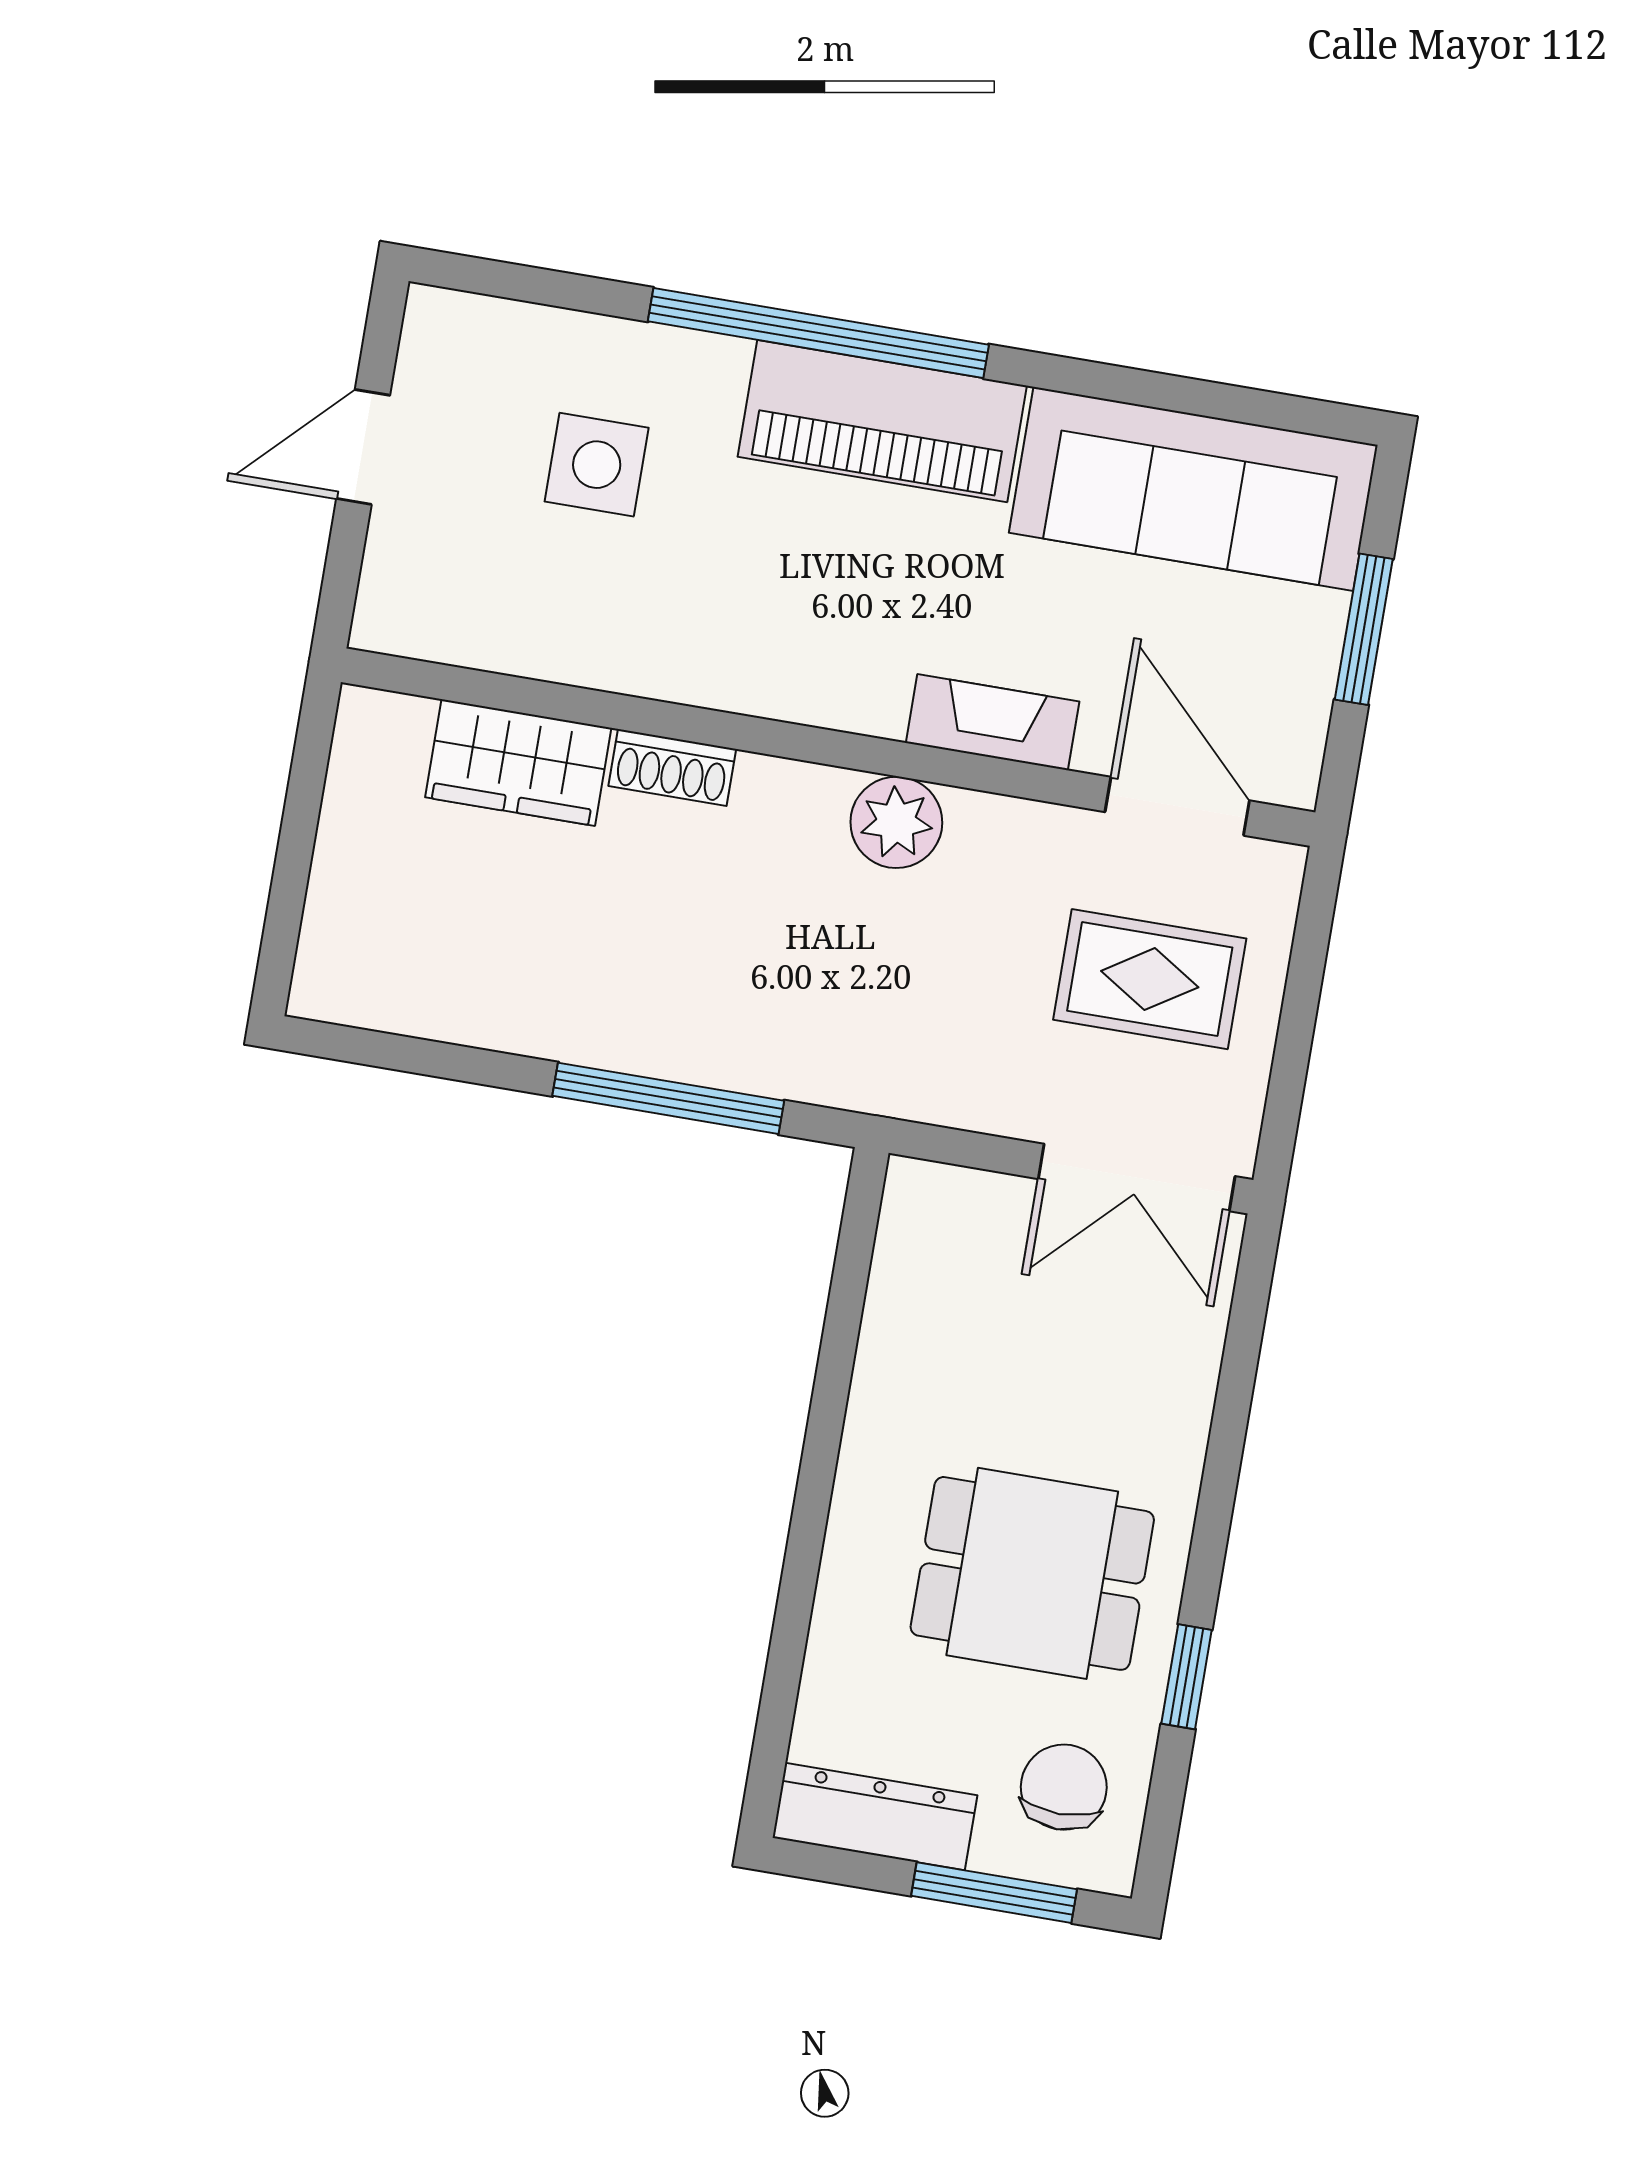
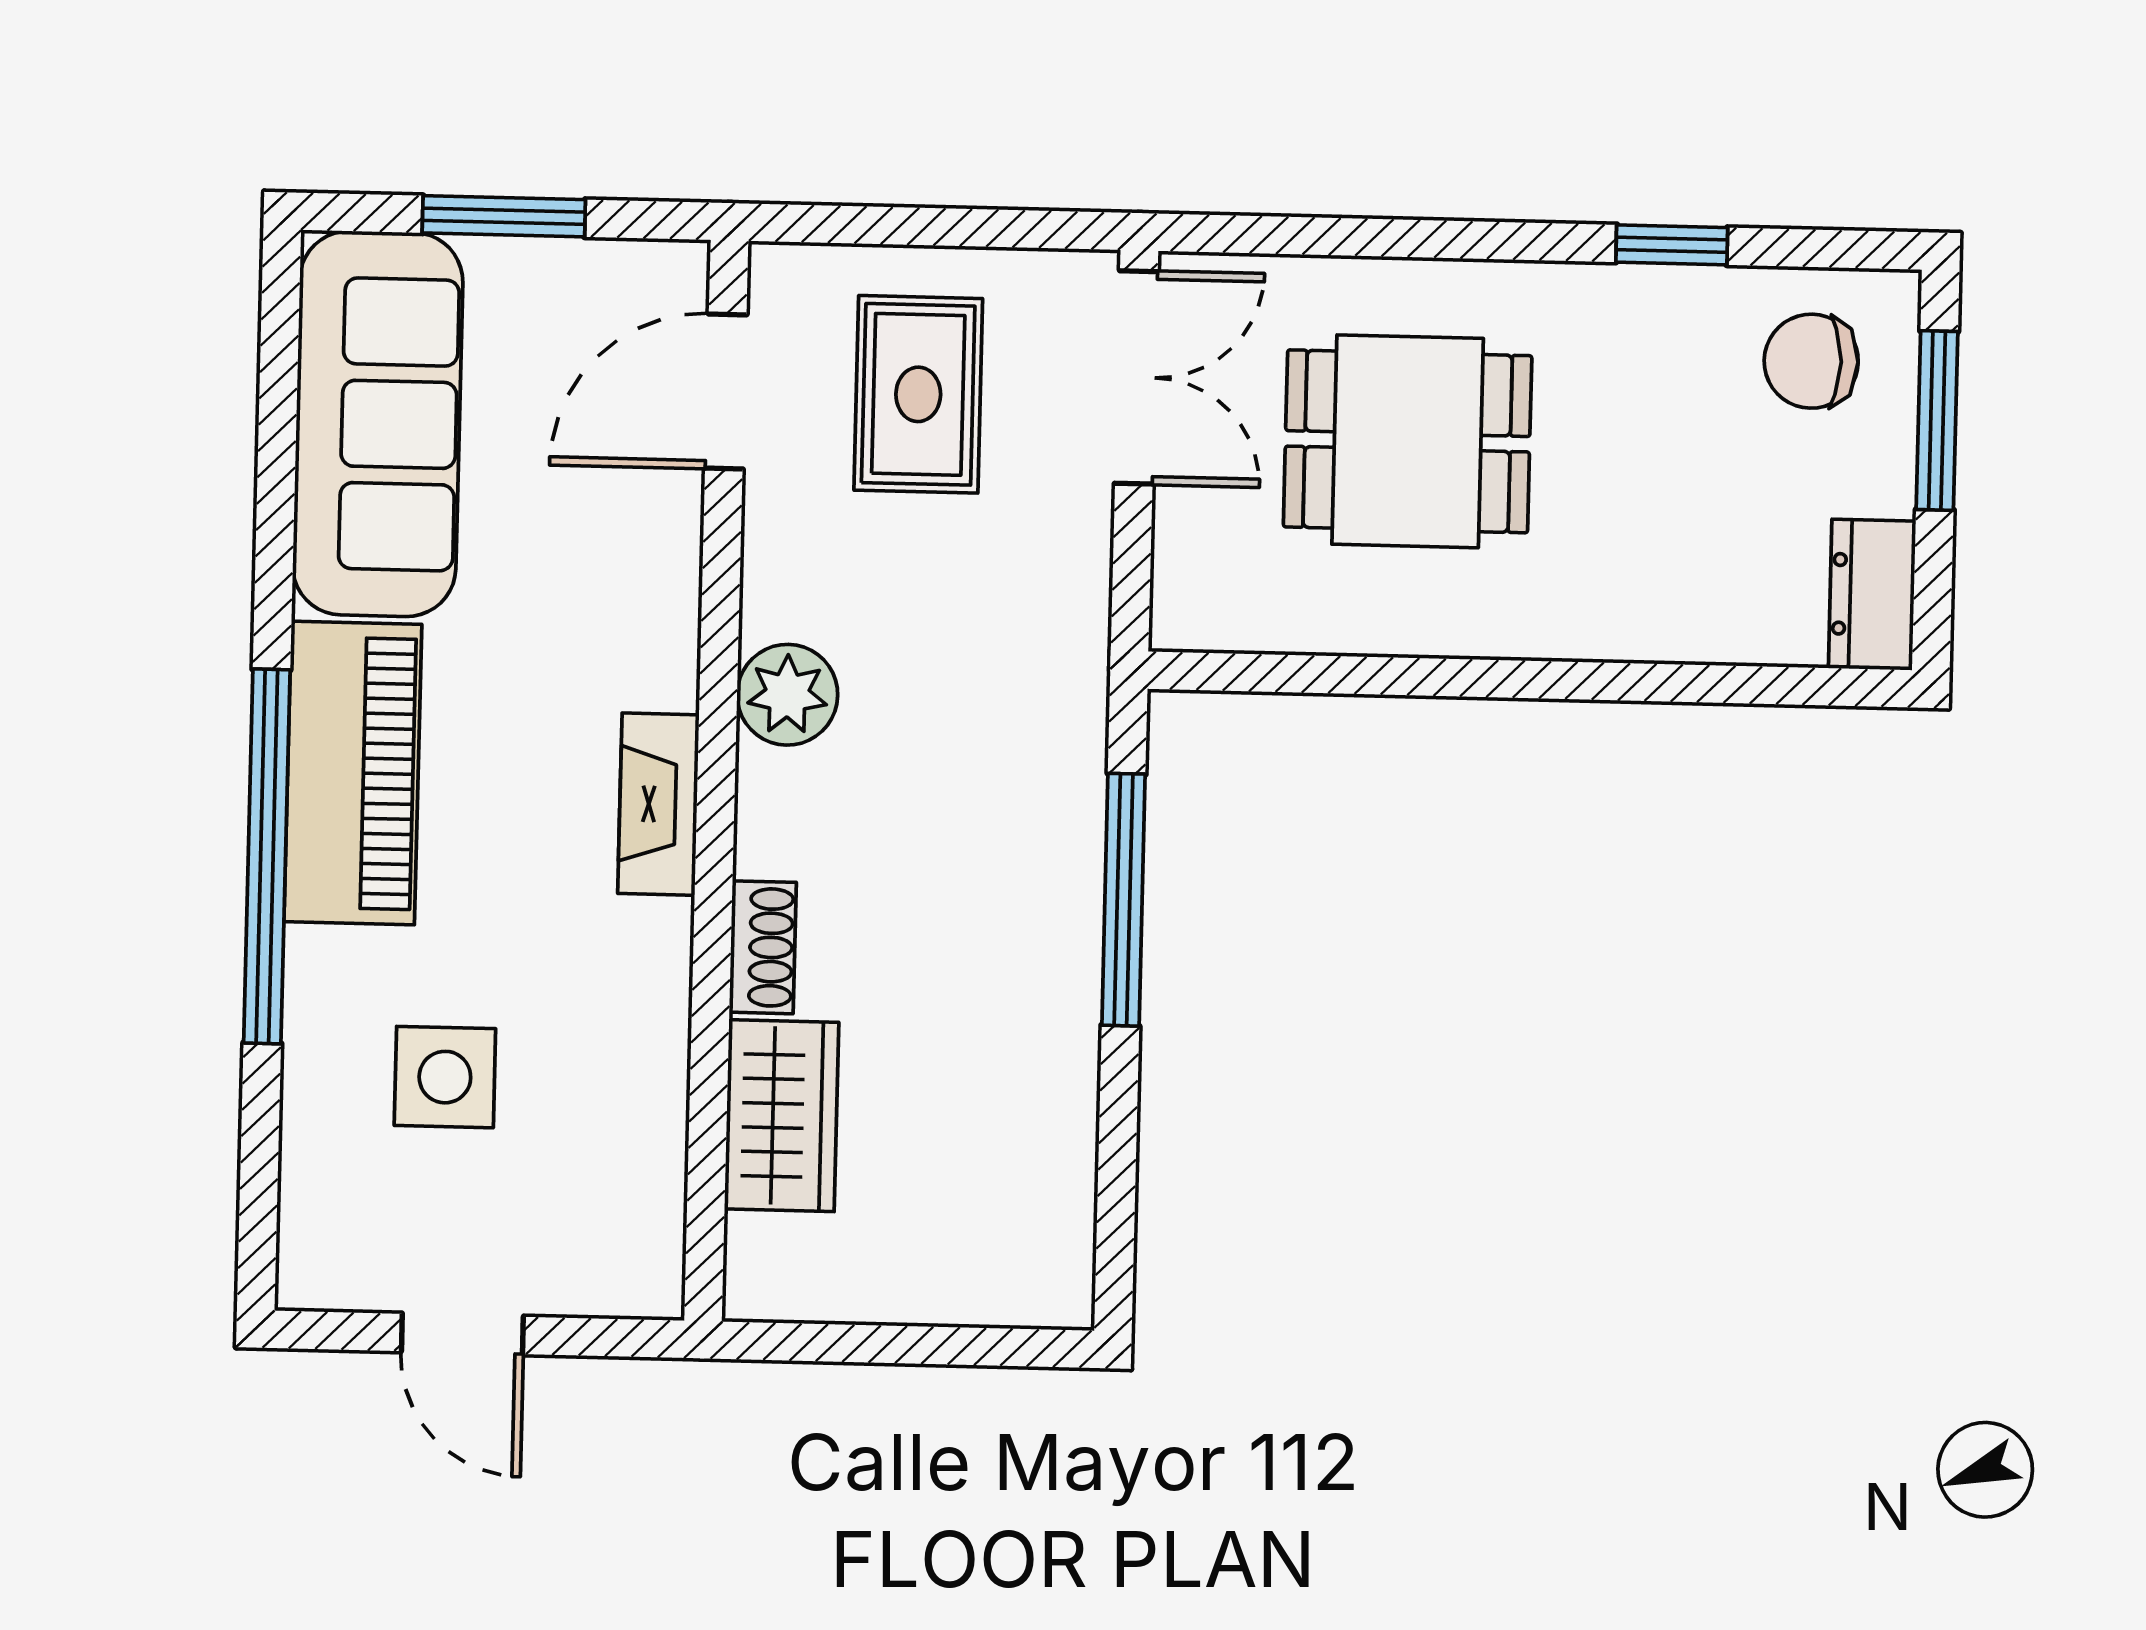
fireplace: (993, 722) -> (658, 804), moved
dining table: (1032, 1573) -> (1408, 441), moved, turned 90
dresser: (875, 1817) -> (1872, 595), width x0.70

